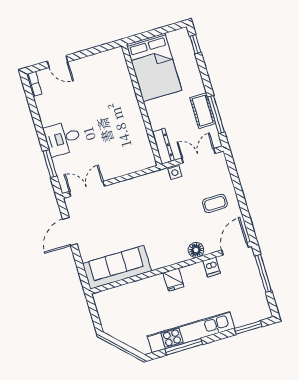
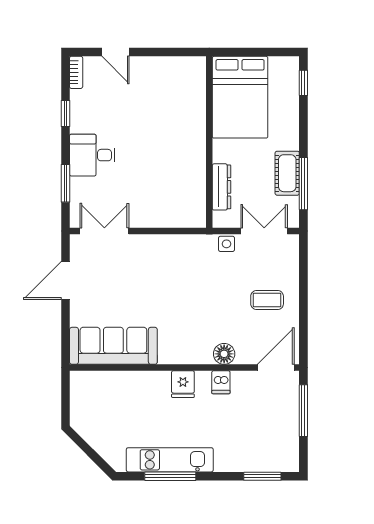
window: (35, 115) -> (65, 113), added
dresser: (163, 146) -> (221, 187), moved
dishwasher: (212, 267) -> (221, 382), moved
kitchen unit: (191, 332) -> (170, 460), width x0.73

